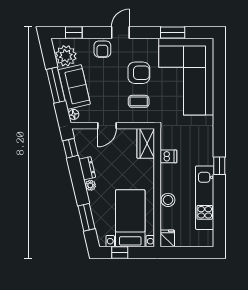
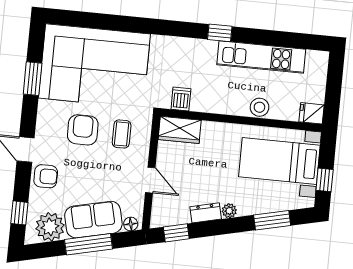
dishwasher: (168, 156) -> (181, 99), moved

